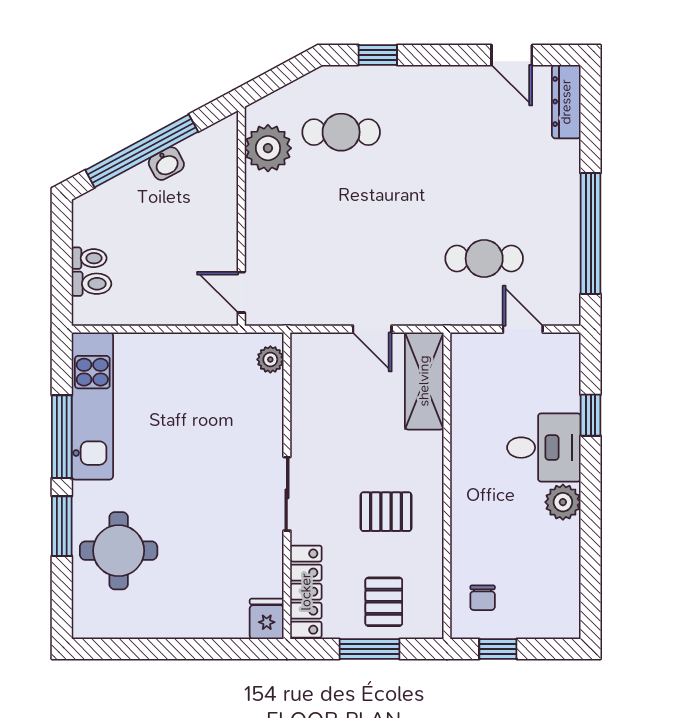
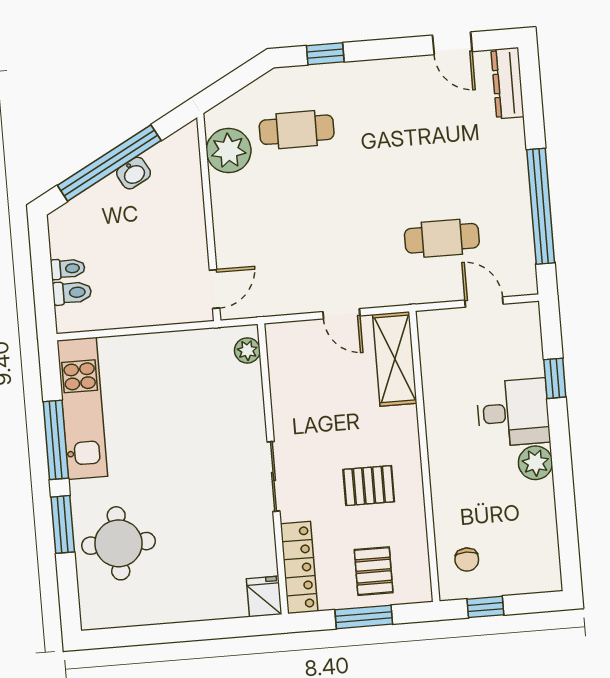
door: (241, 292) -> (215, 289), swing flipped

